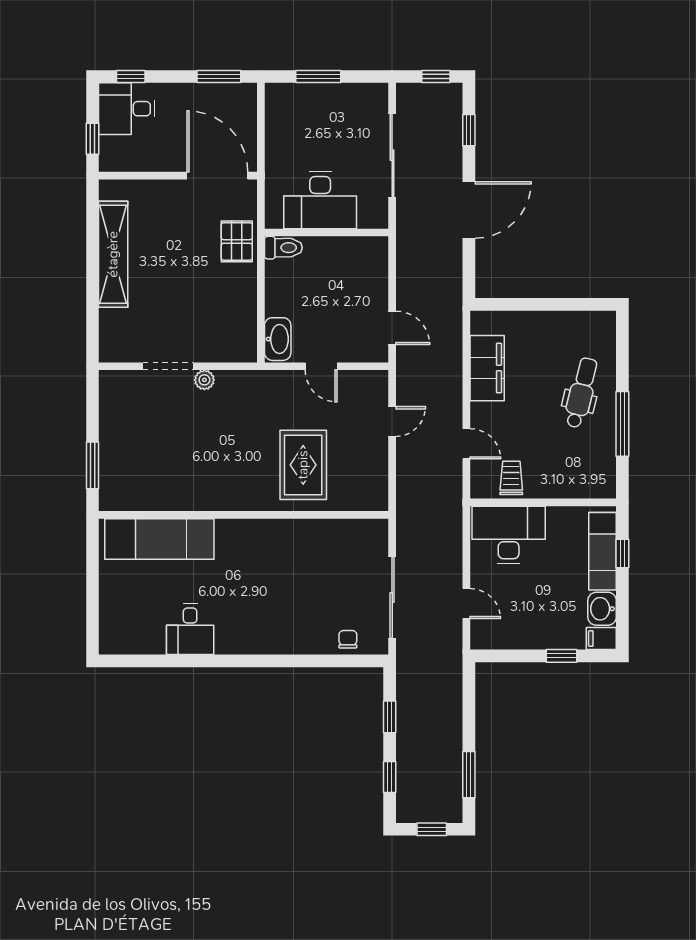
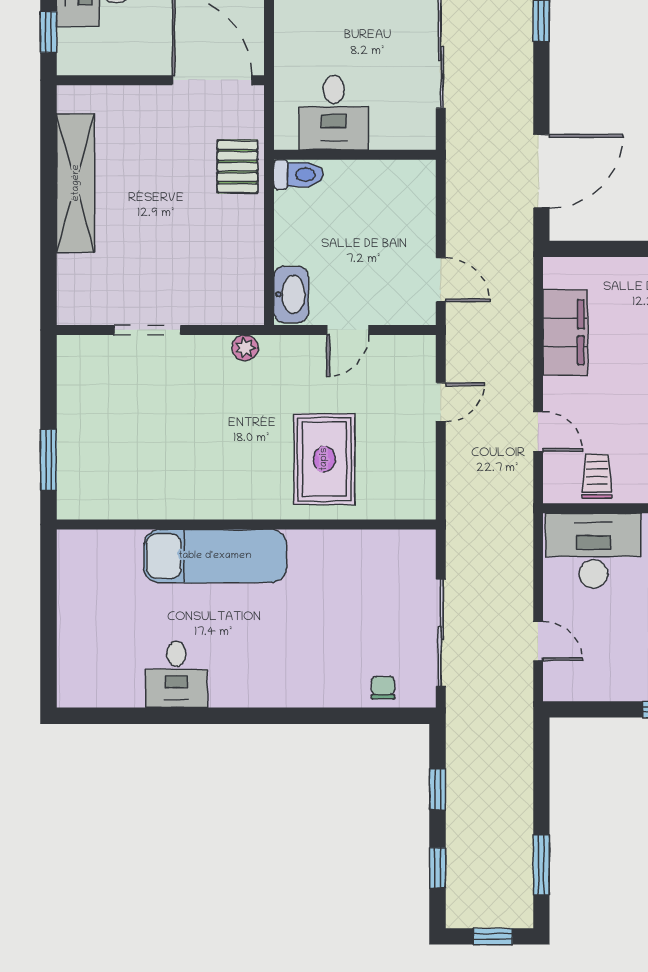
desk: (320, 200) -> (334, 113), width x0.73
door: (469, 210) -> (541, 171), moved
door: (321, 366) -> (348, 330), hinge flipped
plant: (204, 380) -> (245, 348), moved
exam couch: (159, 539) -> (215, 556), moved

